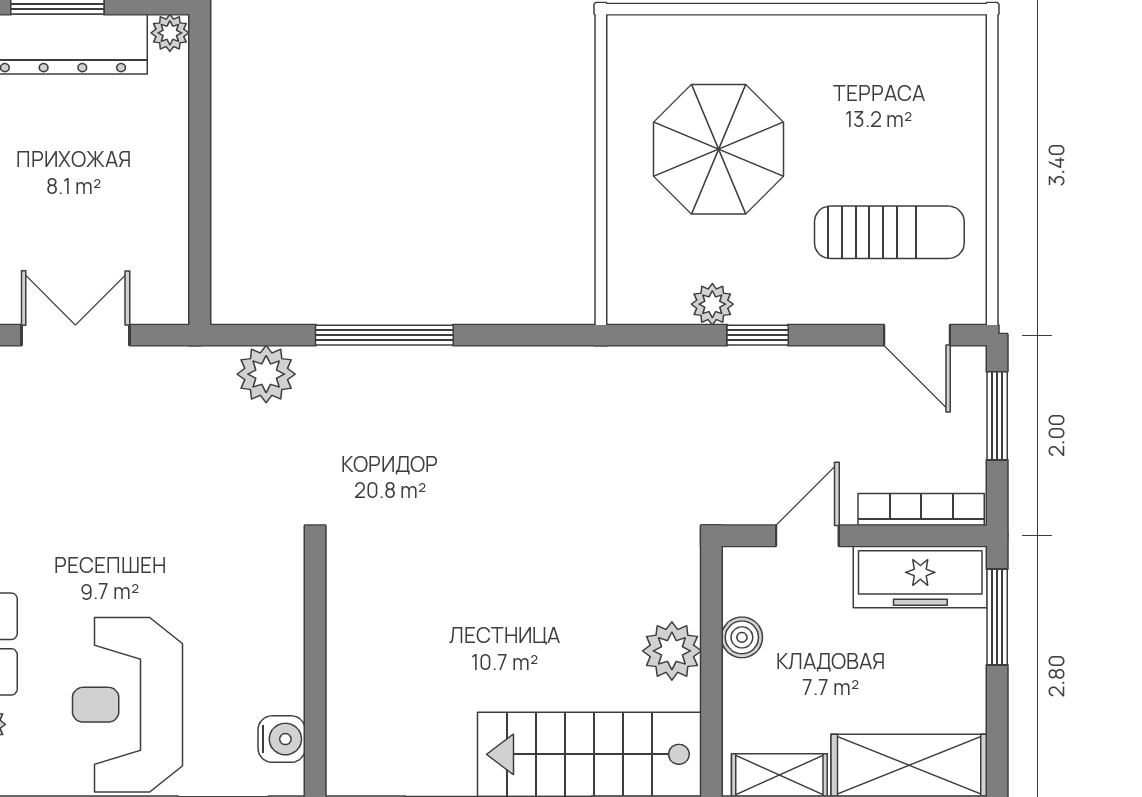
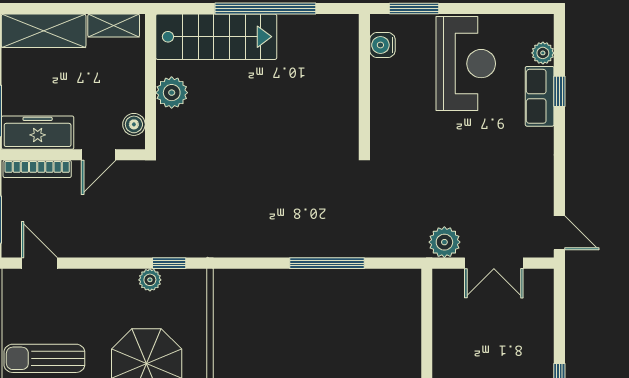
sun lounger: (889, 232) -> (44, 358), moved
window: (758, 335) -> (169, 263), moved
plant: (266, 374) -> (444, 242), moved
boiler: (742, 637) -> (134, 124), moved

